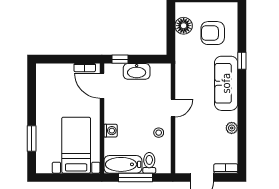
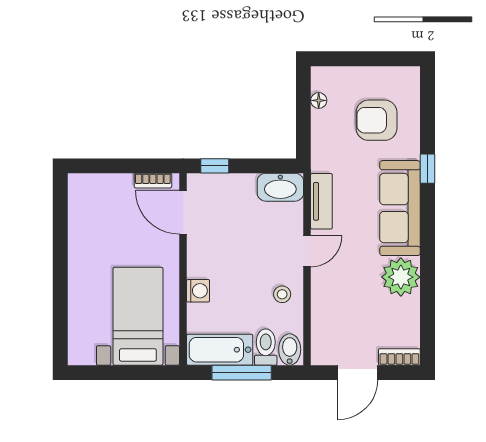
floor lamp: (184, 26) -> (319, 100), width x0.53, depth x0.53
washbasin: (137, 71) -> (280, 187), moved
tv unit: (181, 79) -> (321, 201), added
plant: (232, 128) -> (401, 277), width x1.87, depth x1.87
window: (32, 139) -> (60, 305), removed
bidet: (163, 164) -> (290, 350), added

